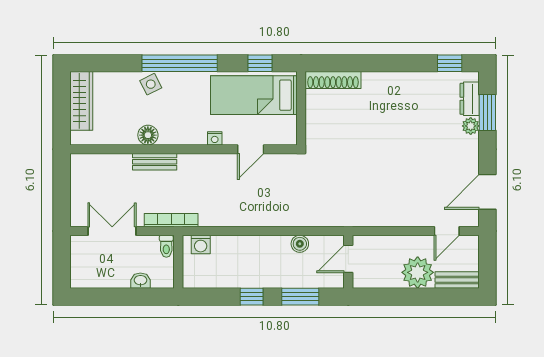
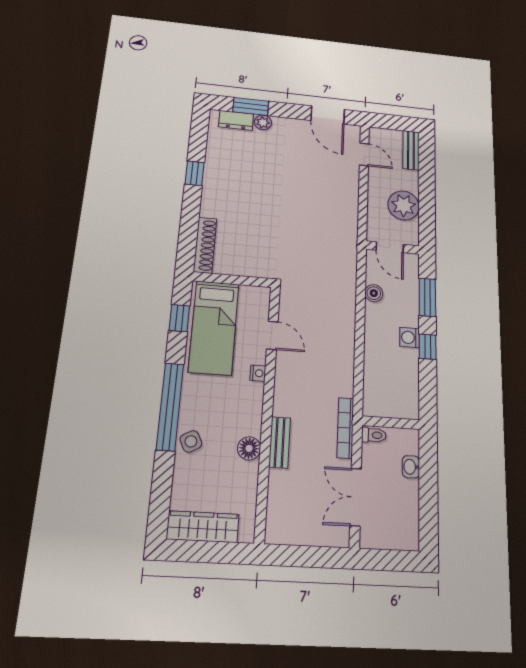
window: (450, 63) -> (195, 173), moved
washing machine: (201, 245) -> (410, 337), moved, turned 180
plant: (418, 272) -> (404, 205), moved

